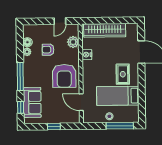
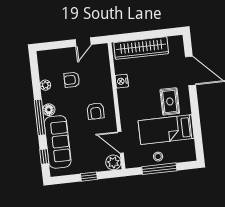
floor lamp: (27, 42) -> (49, 110), moved
plant: (73, 42) -> (113, 162), moved
armchair: (64, 76) -> (96, 111), width x0.53, depth x0.53
sofa: (32, 102) -> (58, 142), width x1.36
window: (120, 126) -> (159, 169), moved

